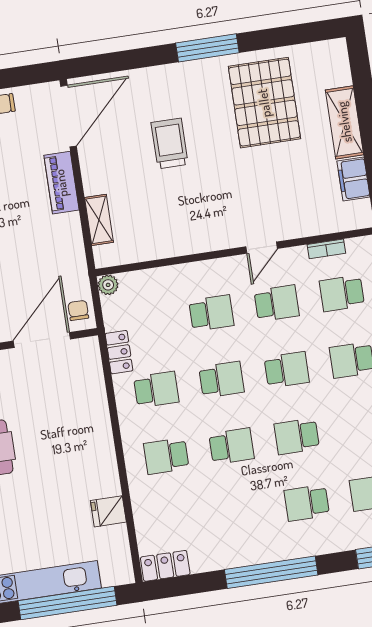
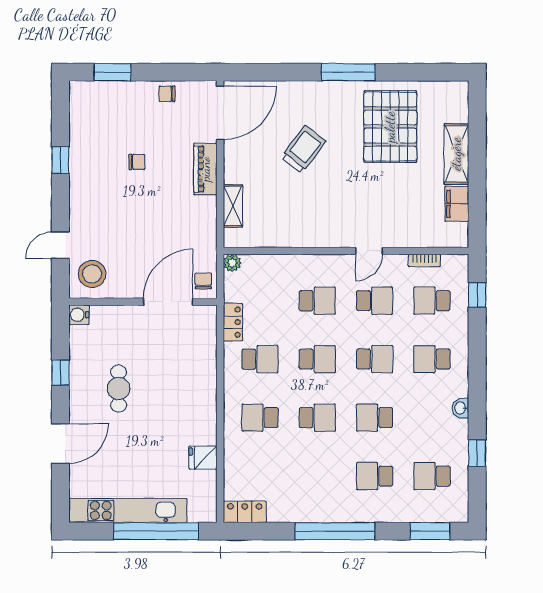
trolley: (170, 143) -> (303, 149), turned 37

